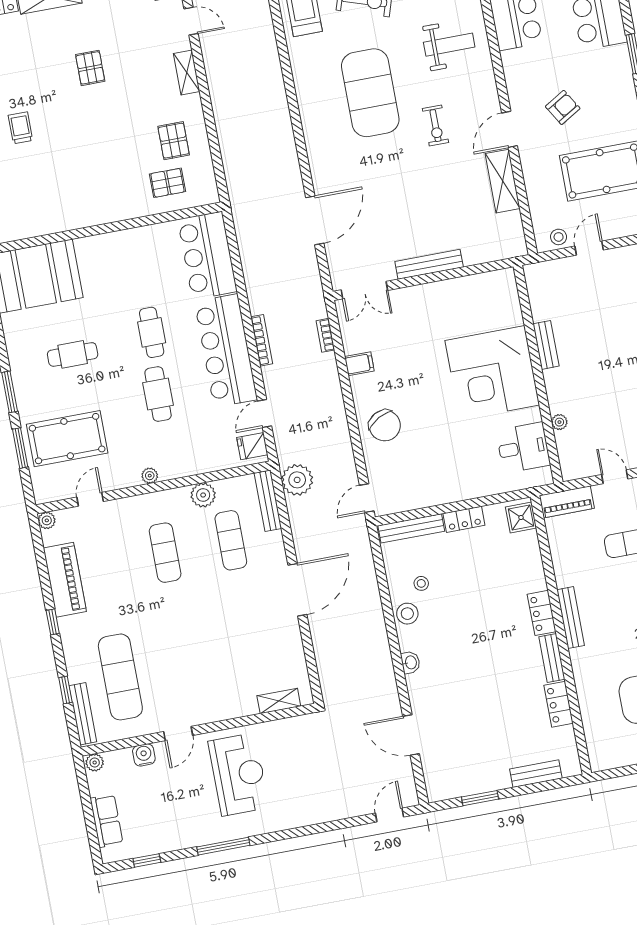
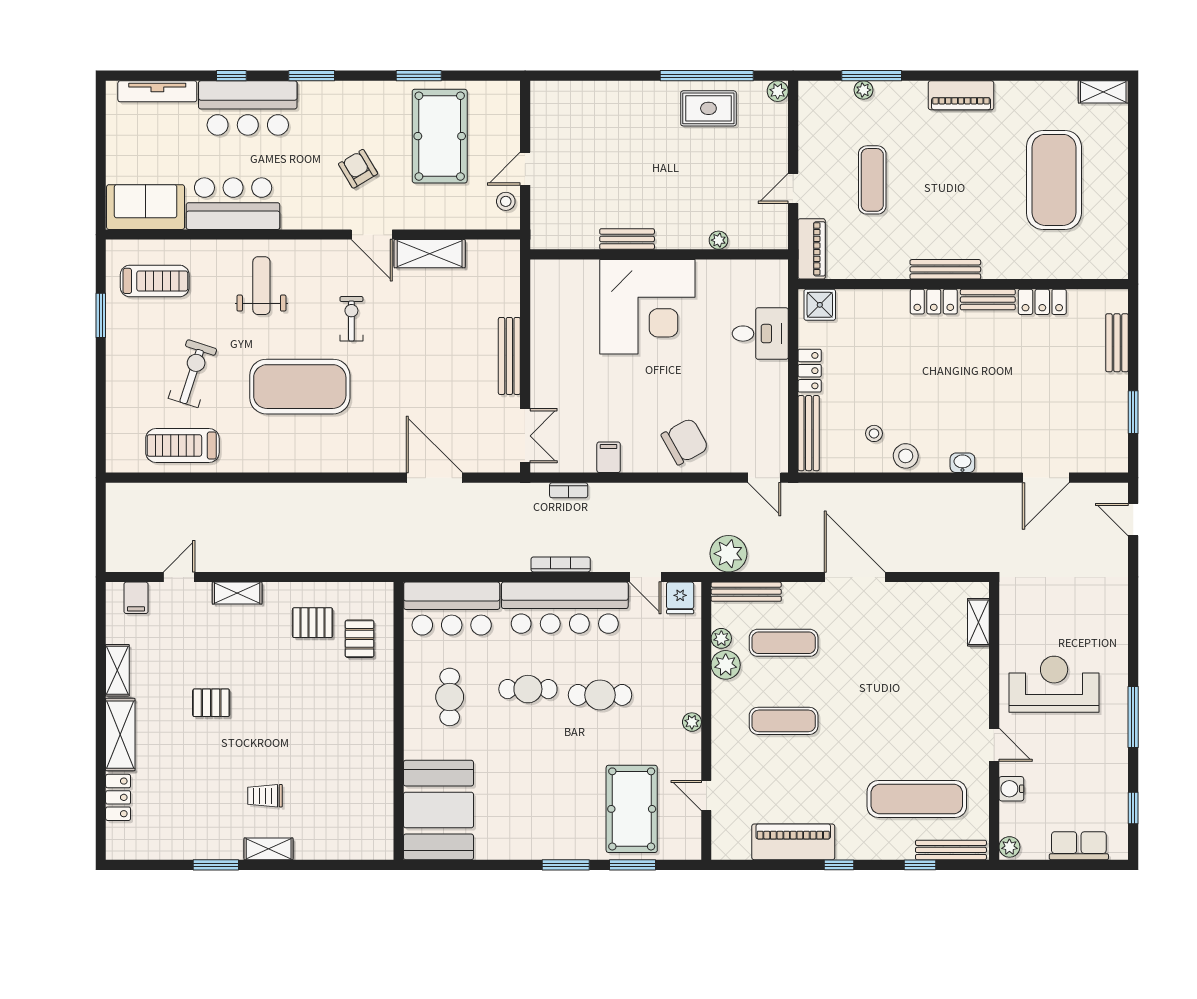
exercise bike: (435, 126) -> (351, 319), turned -90
door: (589, 248) -> (525, 169), hinge flipped
cafe table: (73, 354) -> (450, 697), moved
desk: (523, 448) -> (760, 334), moved, turned 90
plant: (47, 520) -> (721, 638), moved

